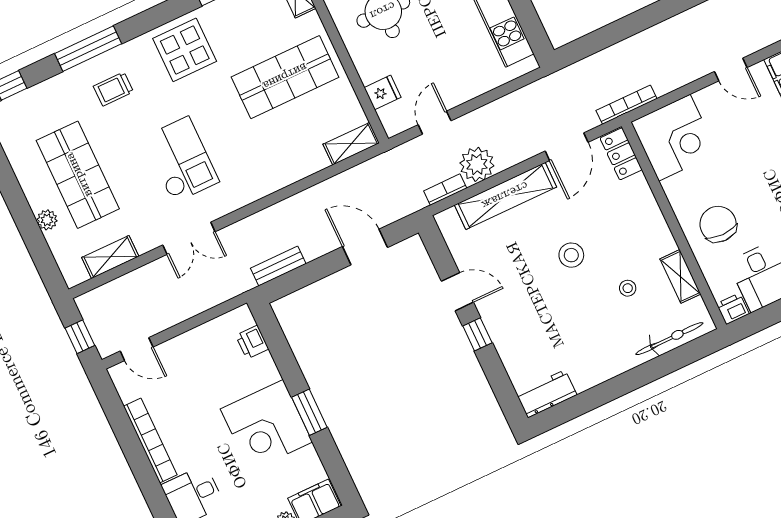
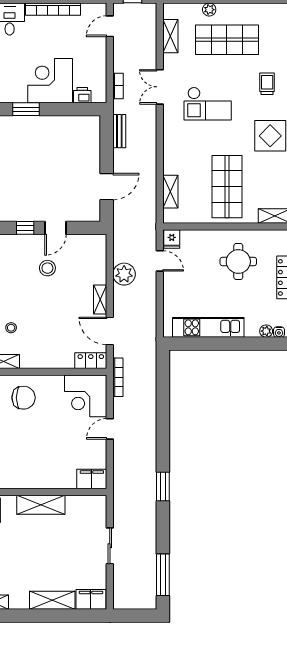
door: (731, 69) -> (110, 429), moved
fridge: (383, 92) -> (172, 239), moved
shelving: (351, 144) -> (170, 192), moved
bookcase: (445, 190) -> (118, 86), moved
shelving: (505, 196) -> (100, 300), width x0.45, depth x0.75
stool: (571, 255) -> (47, 268), moved
corner desk: (266, 426) -> (50, 81), moved

